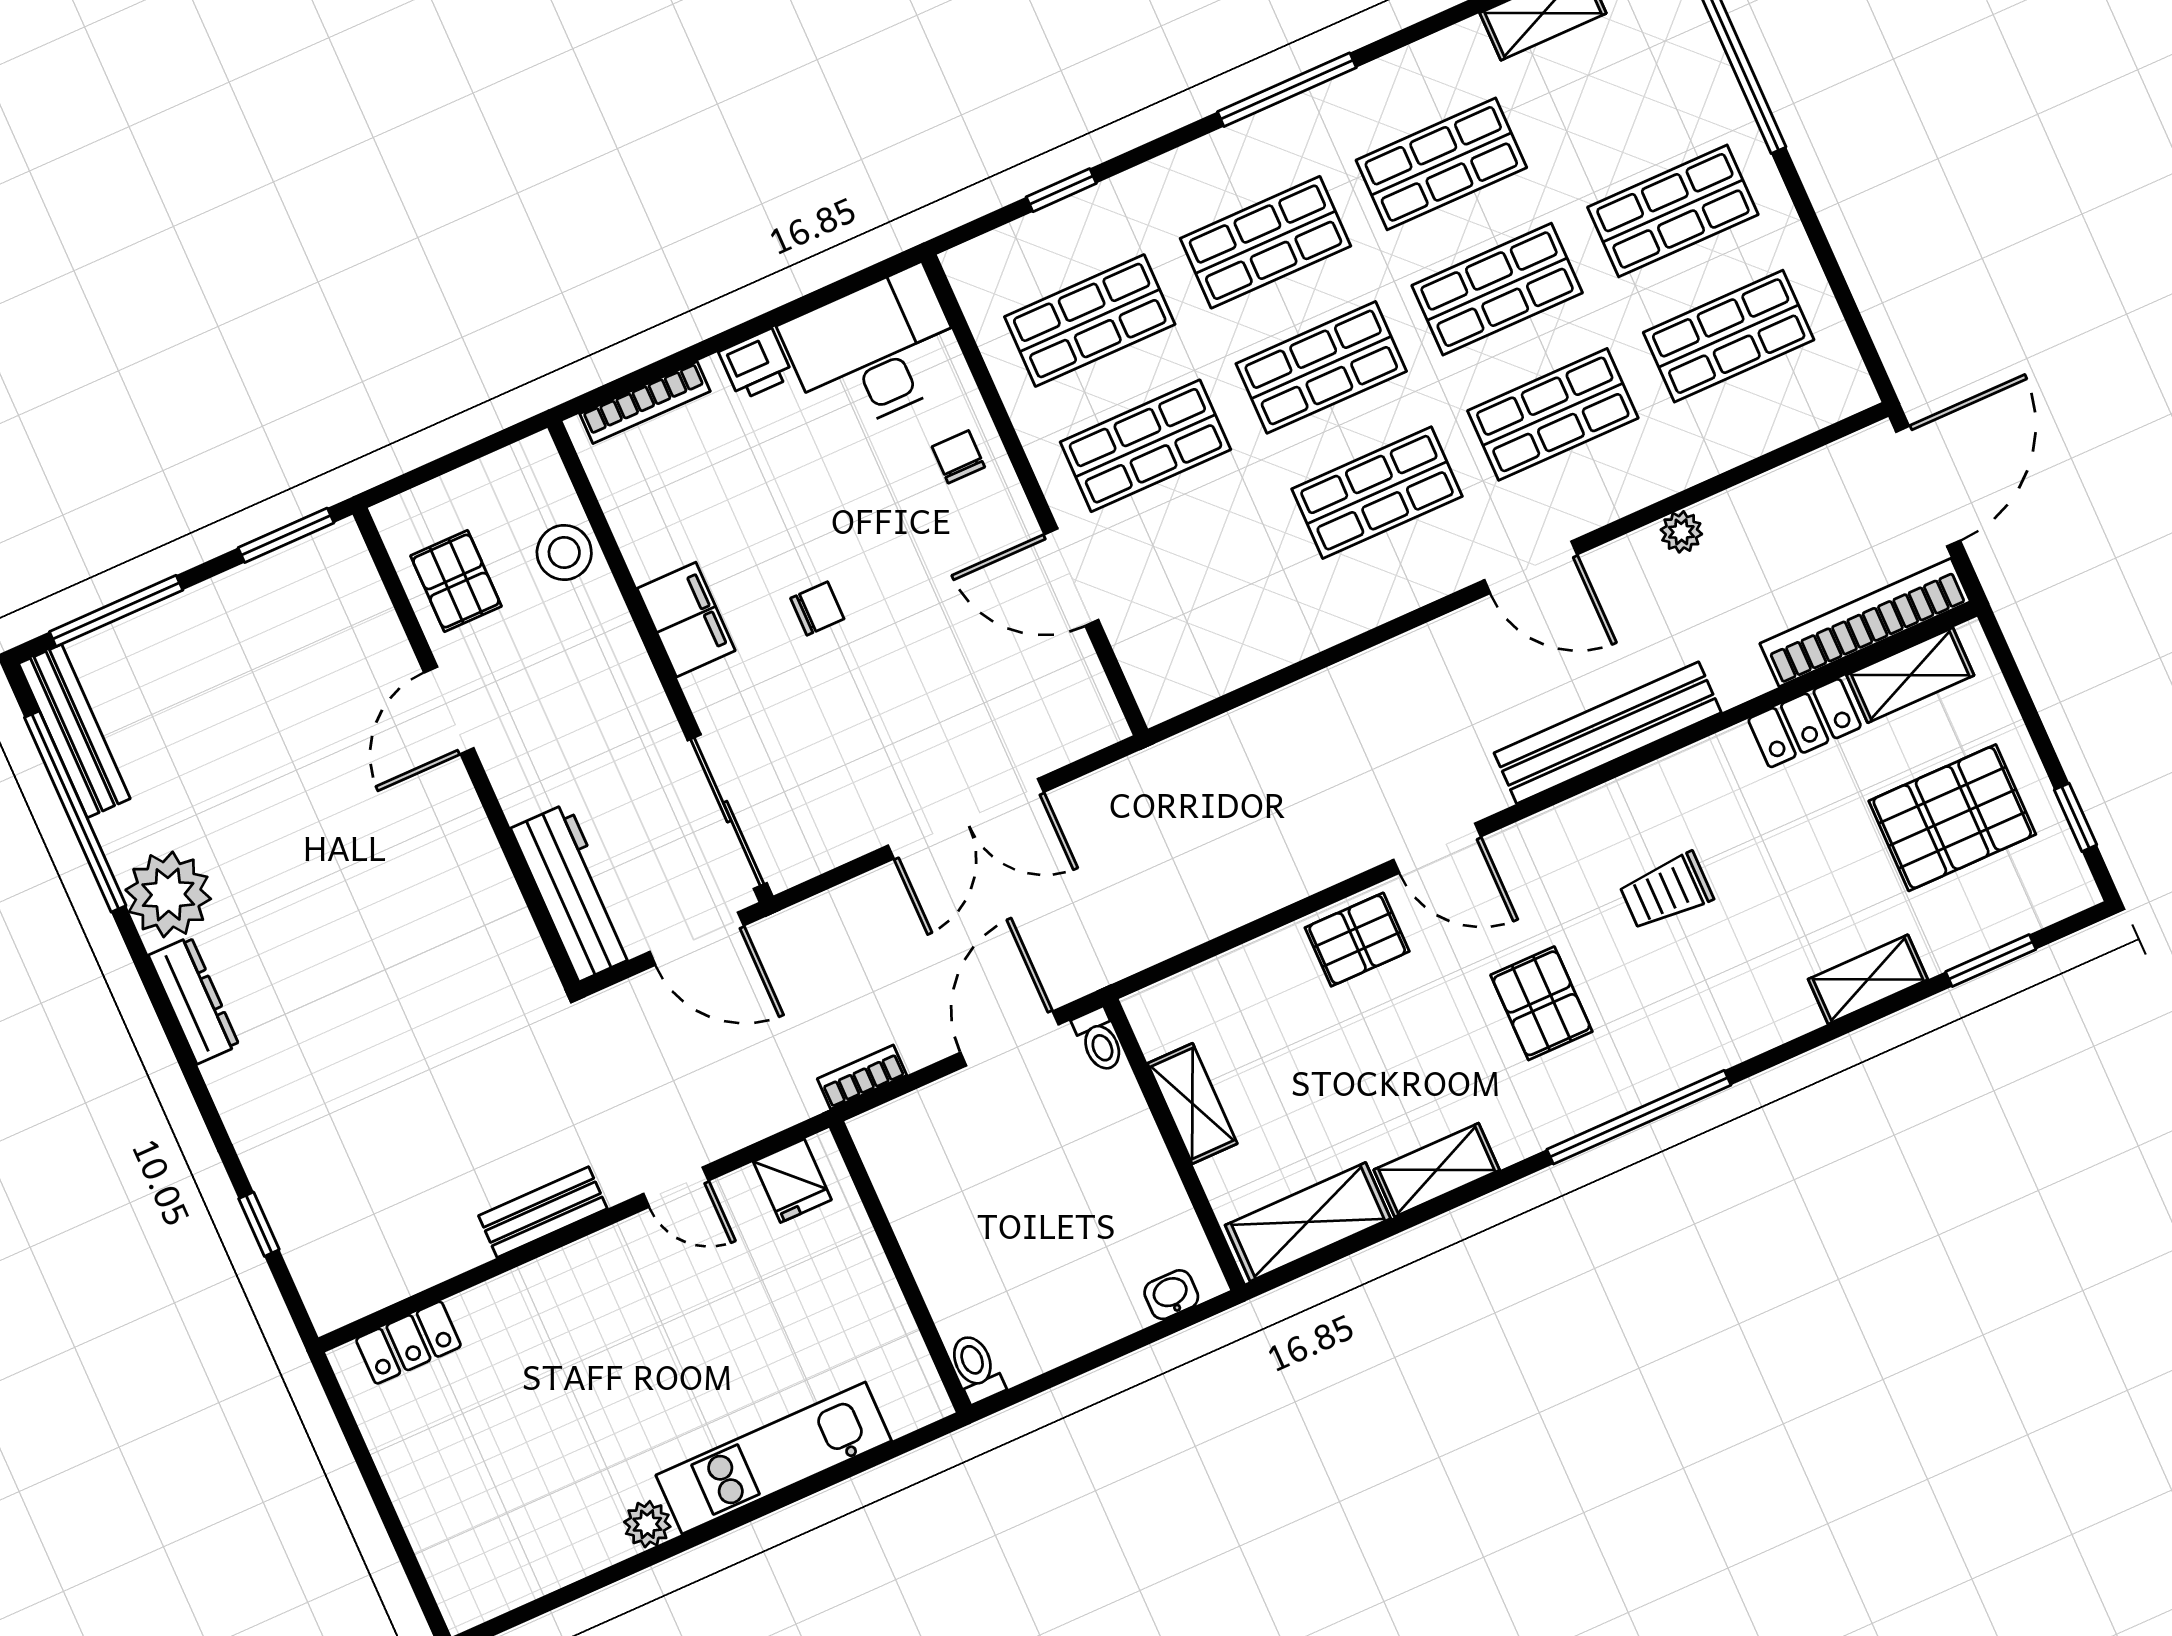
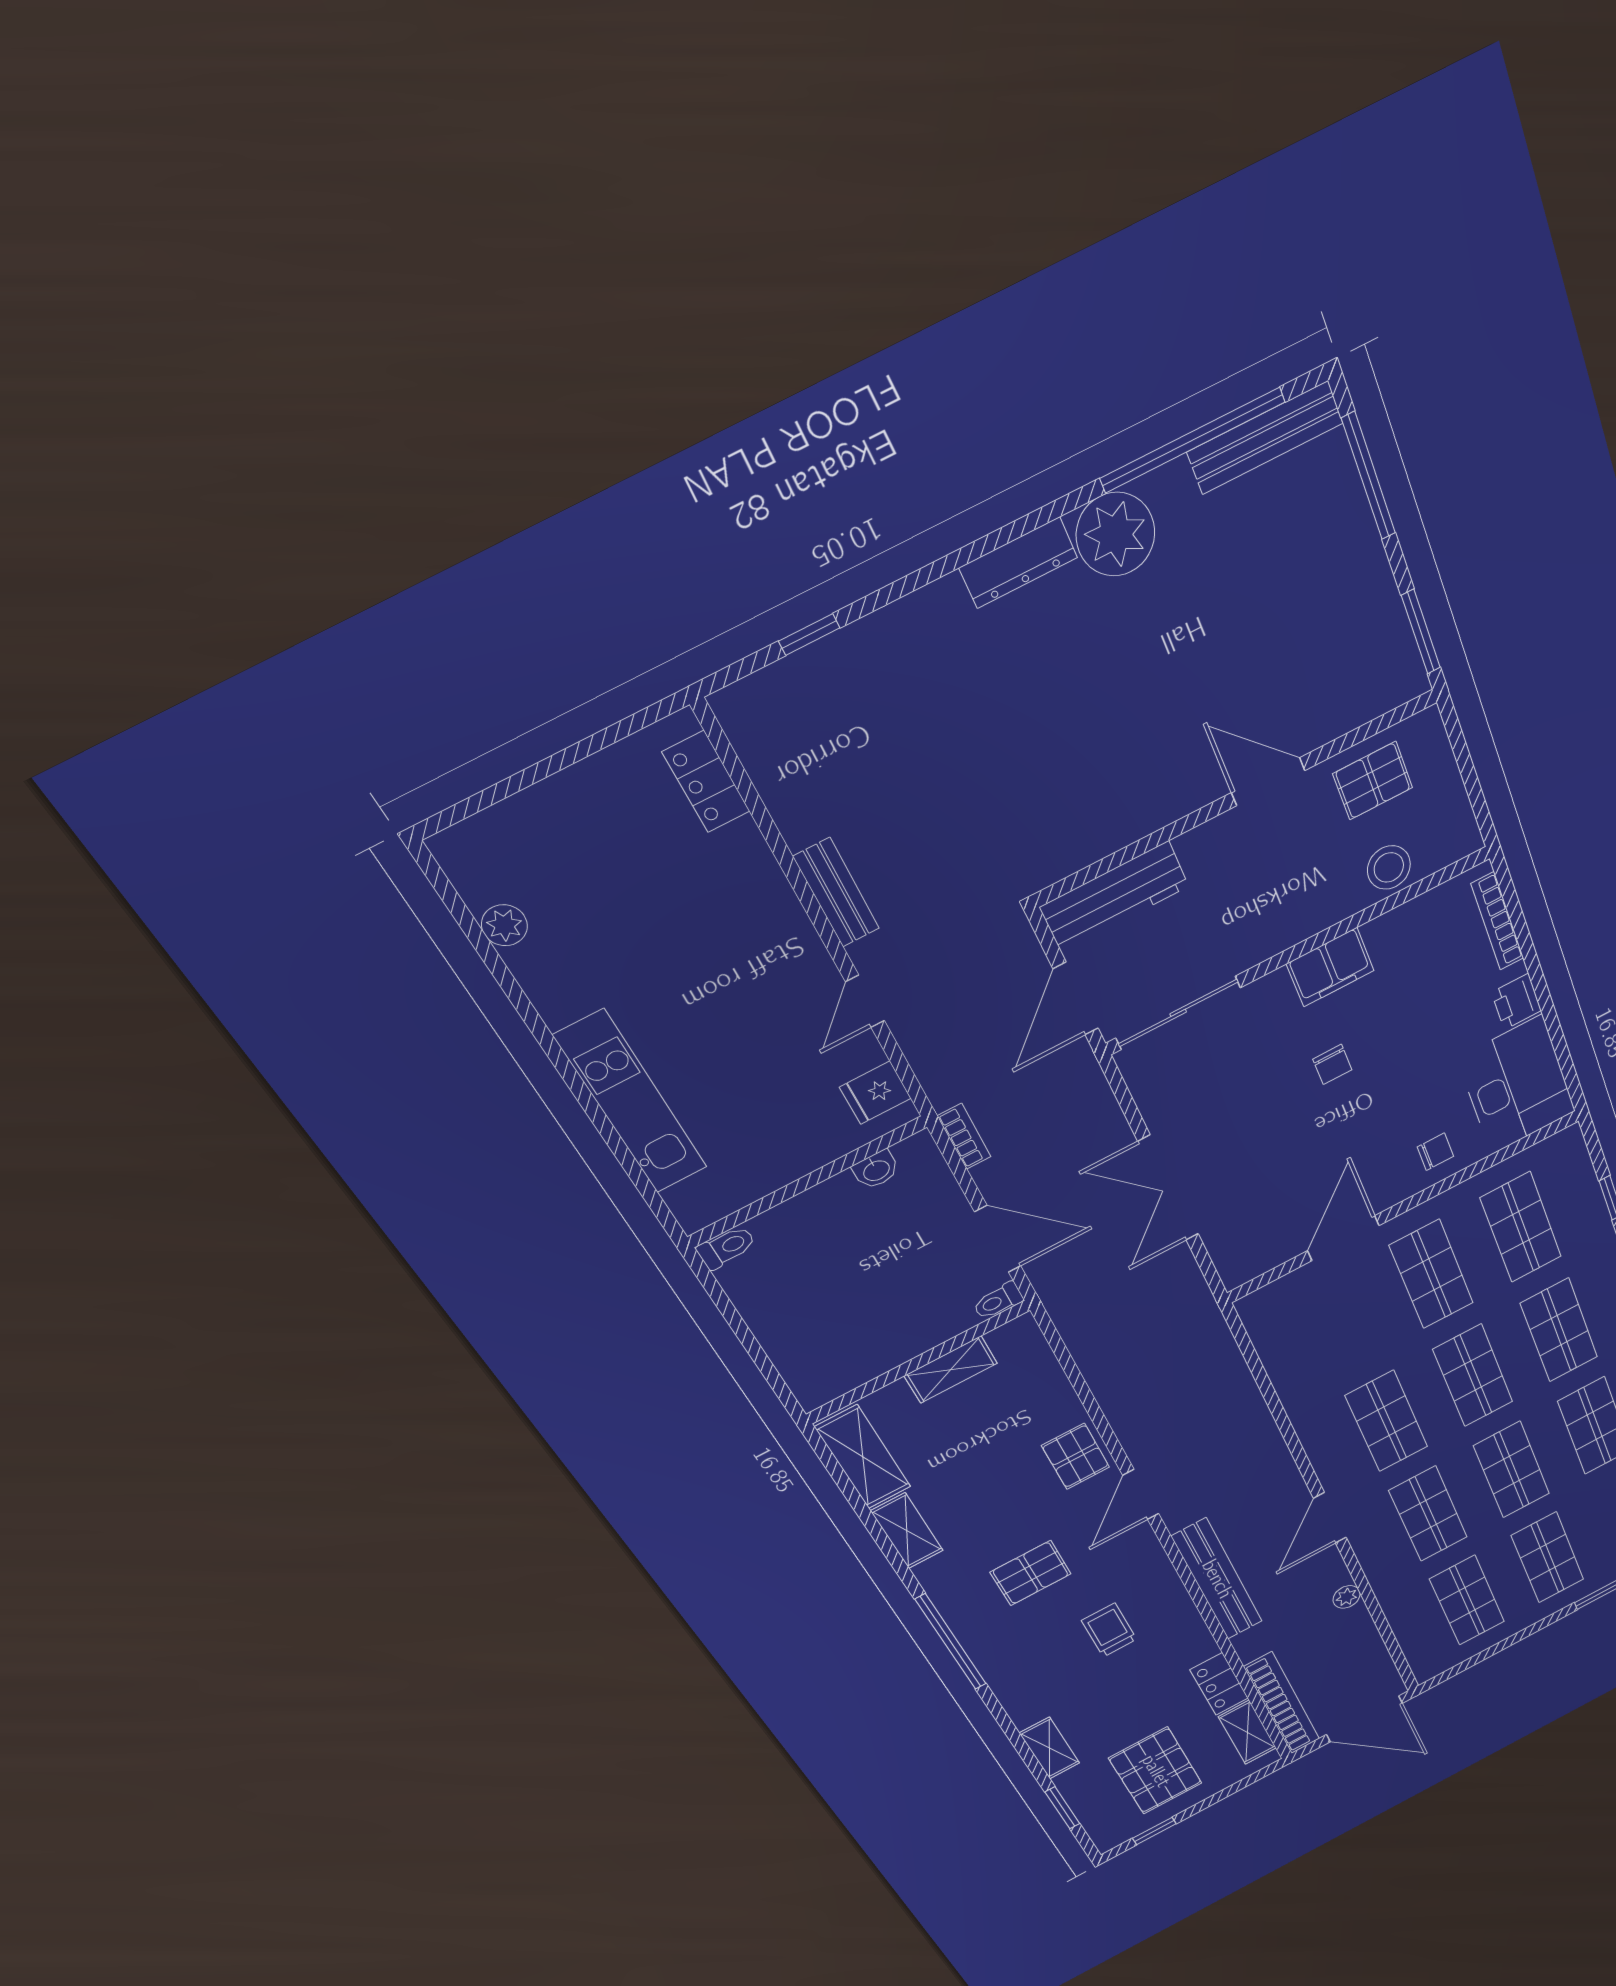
washbasin: (1171, 1295) -> (876, 1170), moved, turned 90
plant: (647, 1524) -> (504, 925), moved

